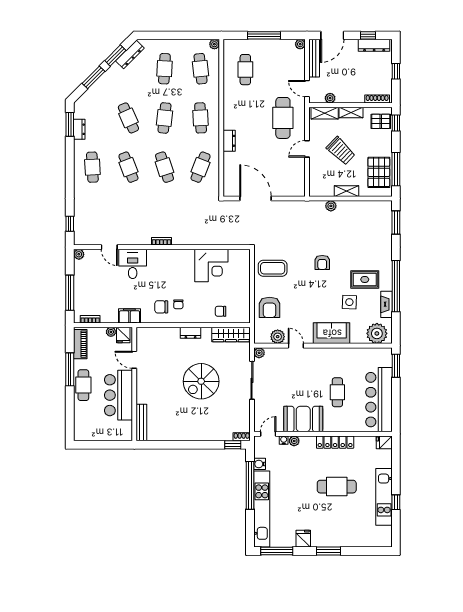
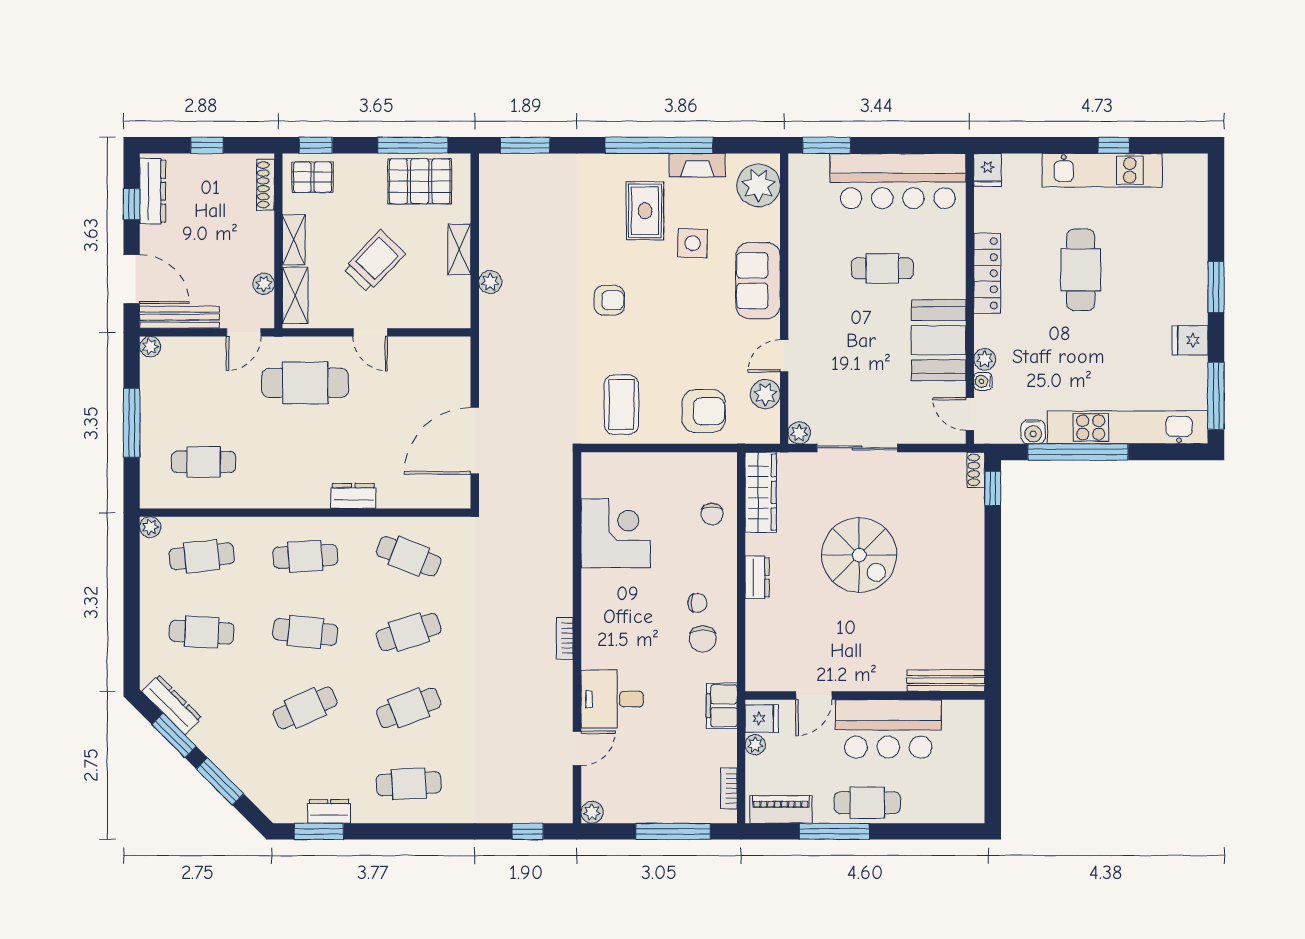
pallet: (381, 121) -> (313, 177), turned 90

